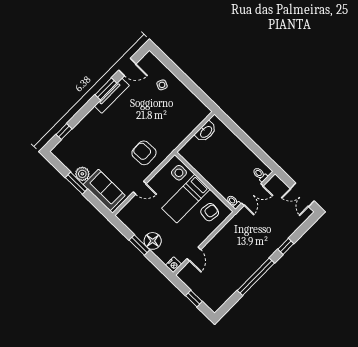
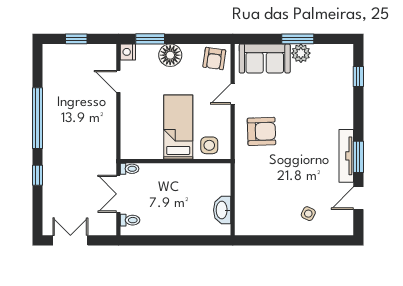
armchair: (210, 212) -> (214, 59), moved
window: (139, 245) -> (150, 39), moved

